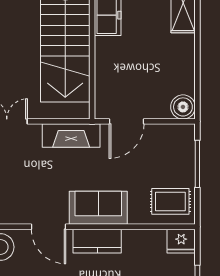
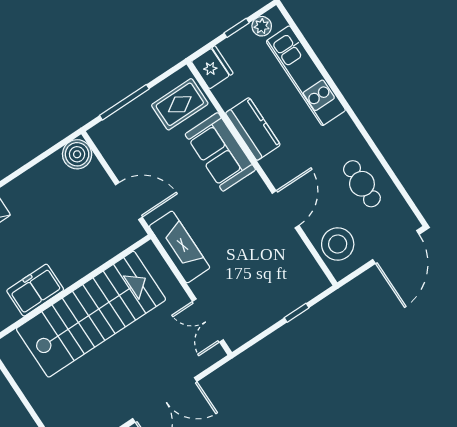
rug: (170, 201) -> (180, 104), turned 90
sofa: (98, 208) -> (220, 152), moved
kitchen counter: (97, 241) -> (253, 129), moved

